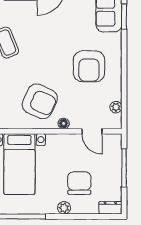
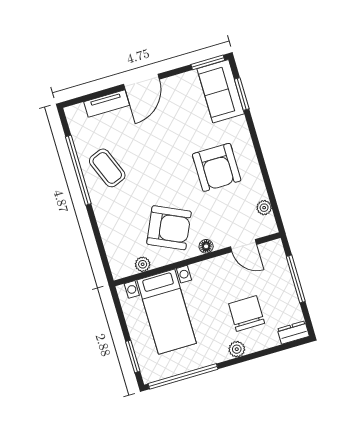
plant: (12, 123) -> (143, 264), added

